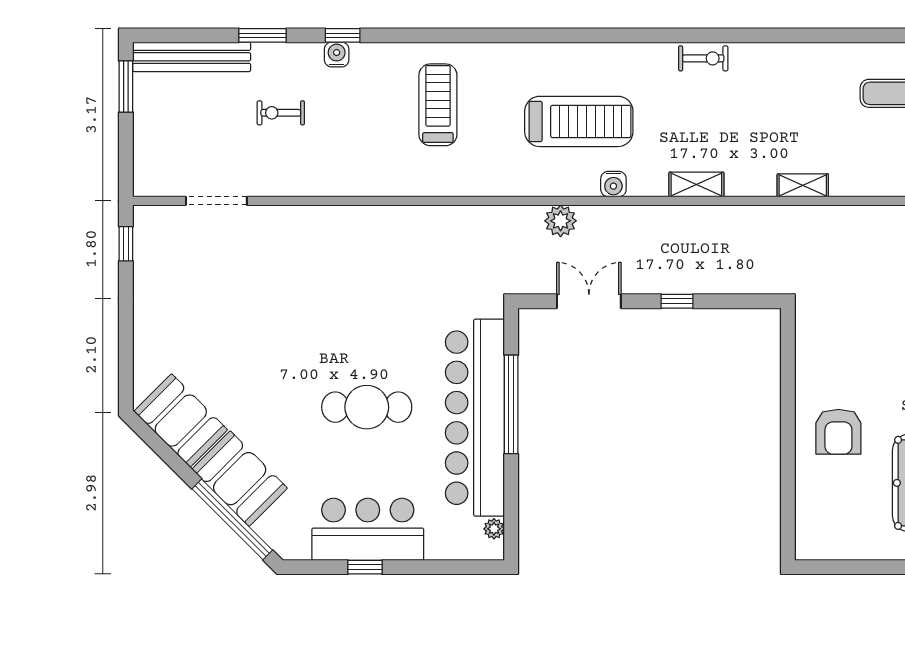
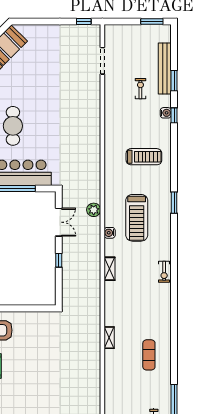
window: (544, 35) -> (174, 203), added
bench: (192, 57) -> (165, 68), moved
shelving: (803, 185) -> (109, 338), moved

